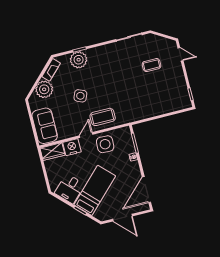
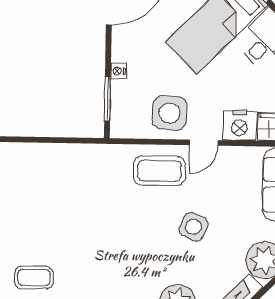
coffee table: (152, 65) -> (34, 278), moved

